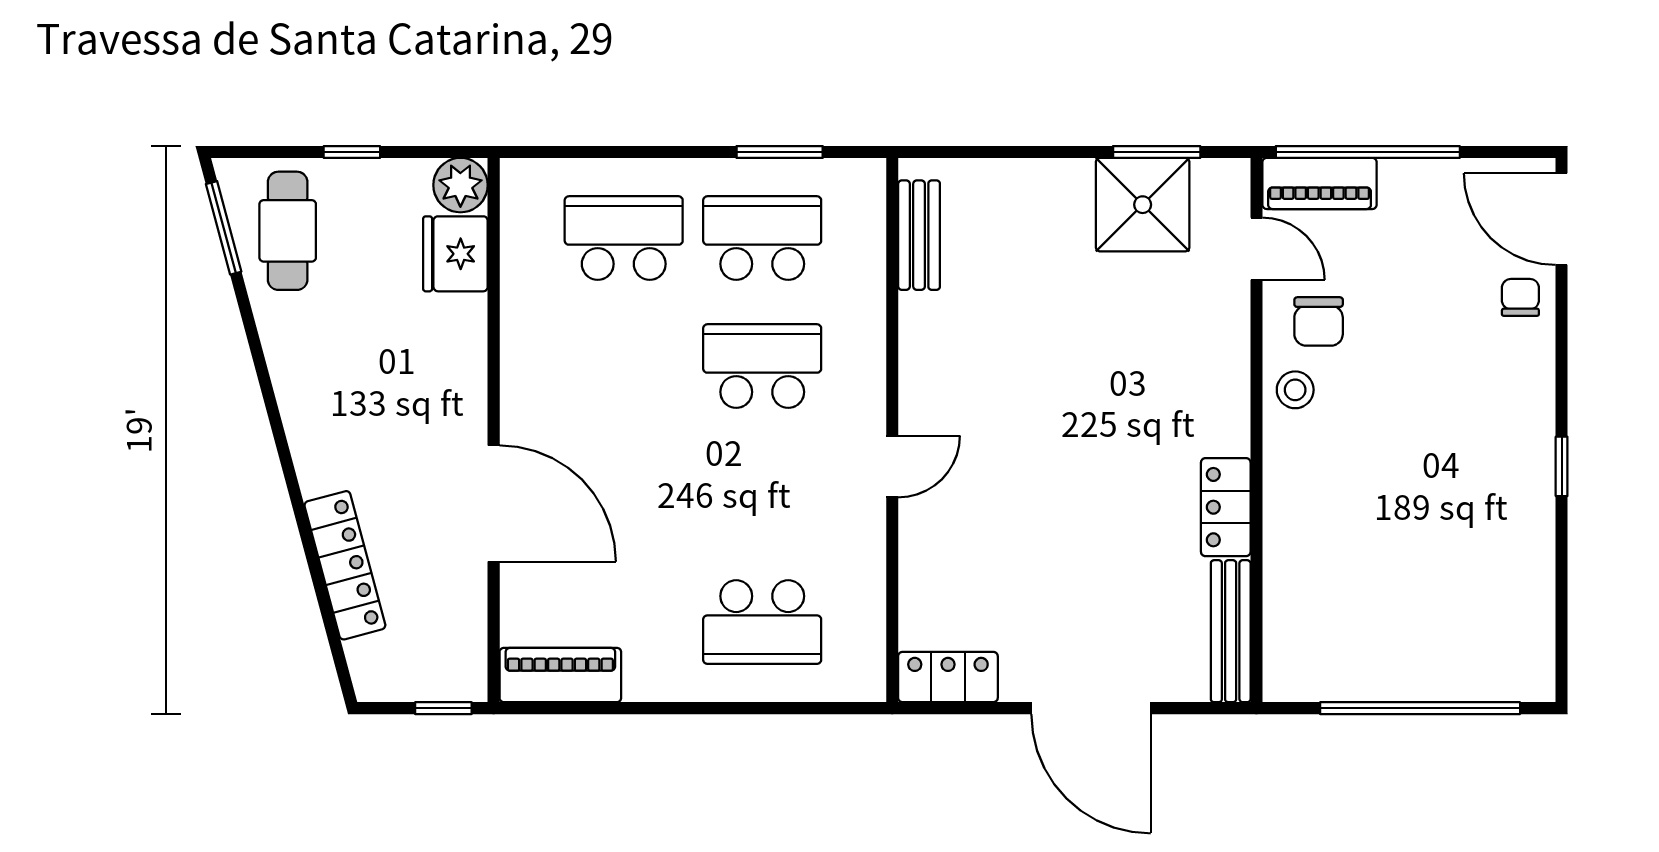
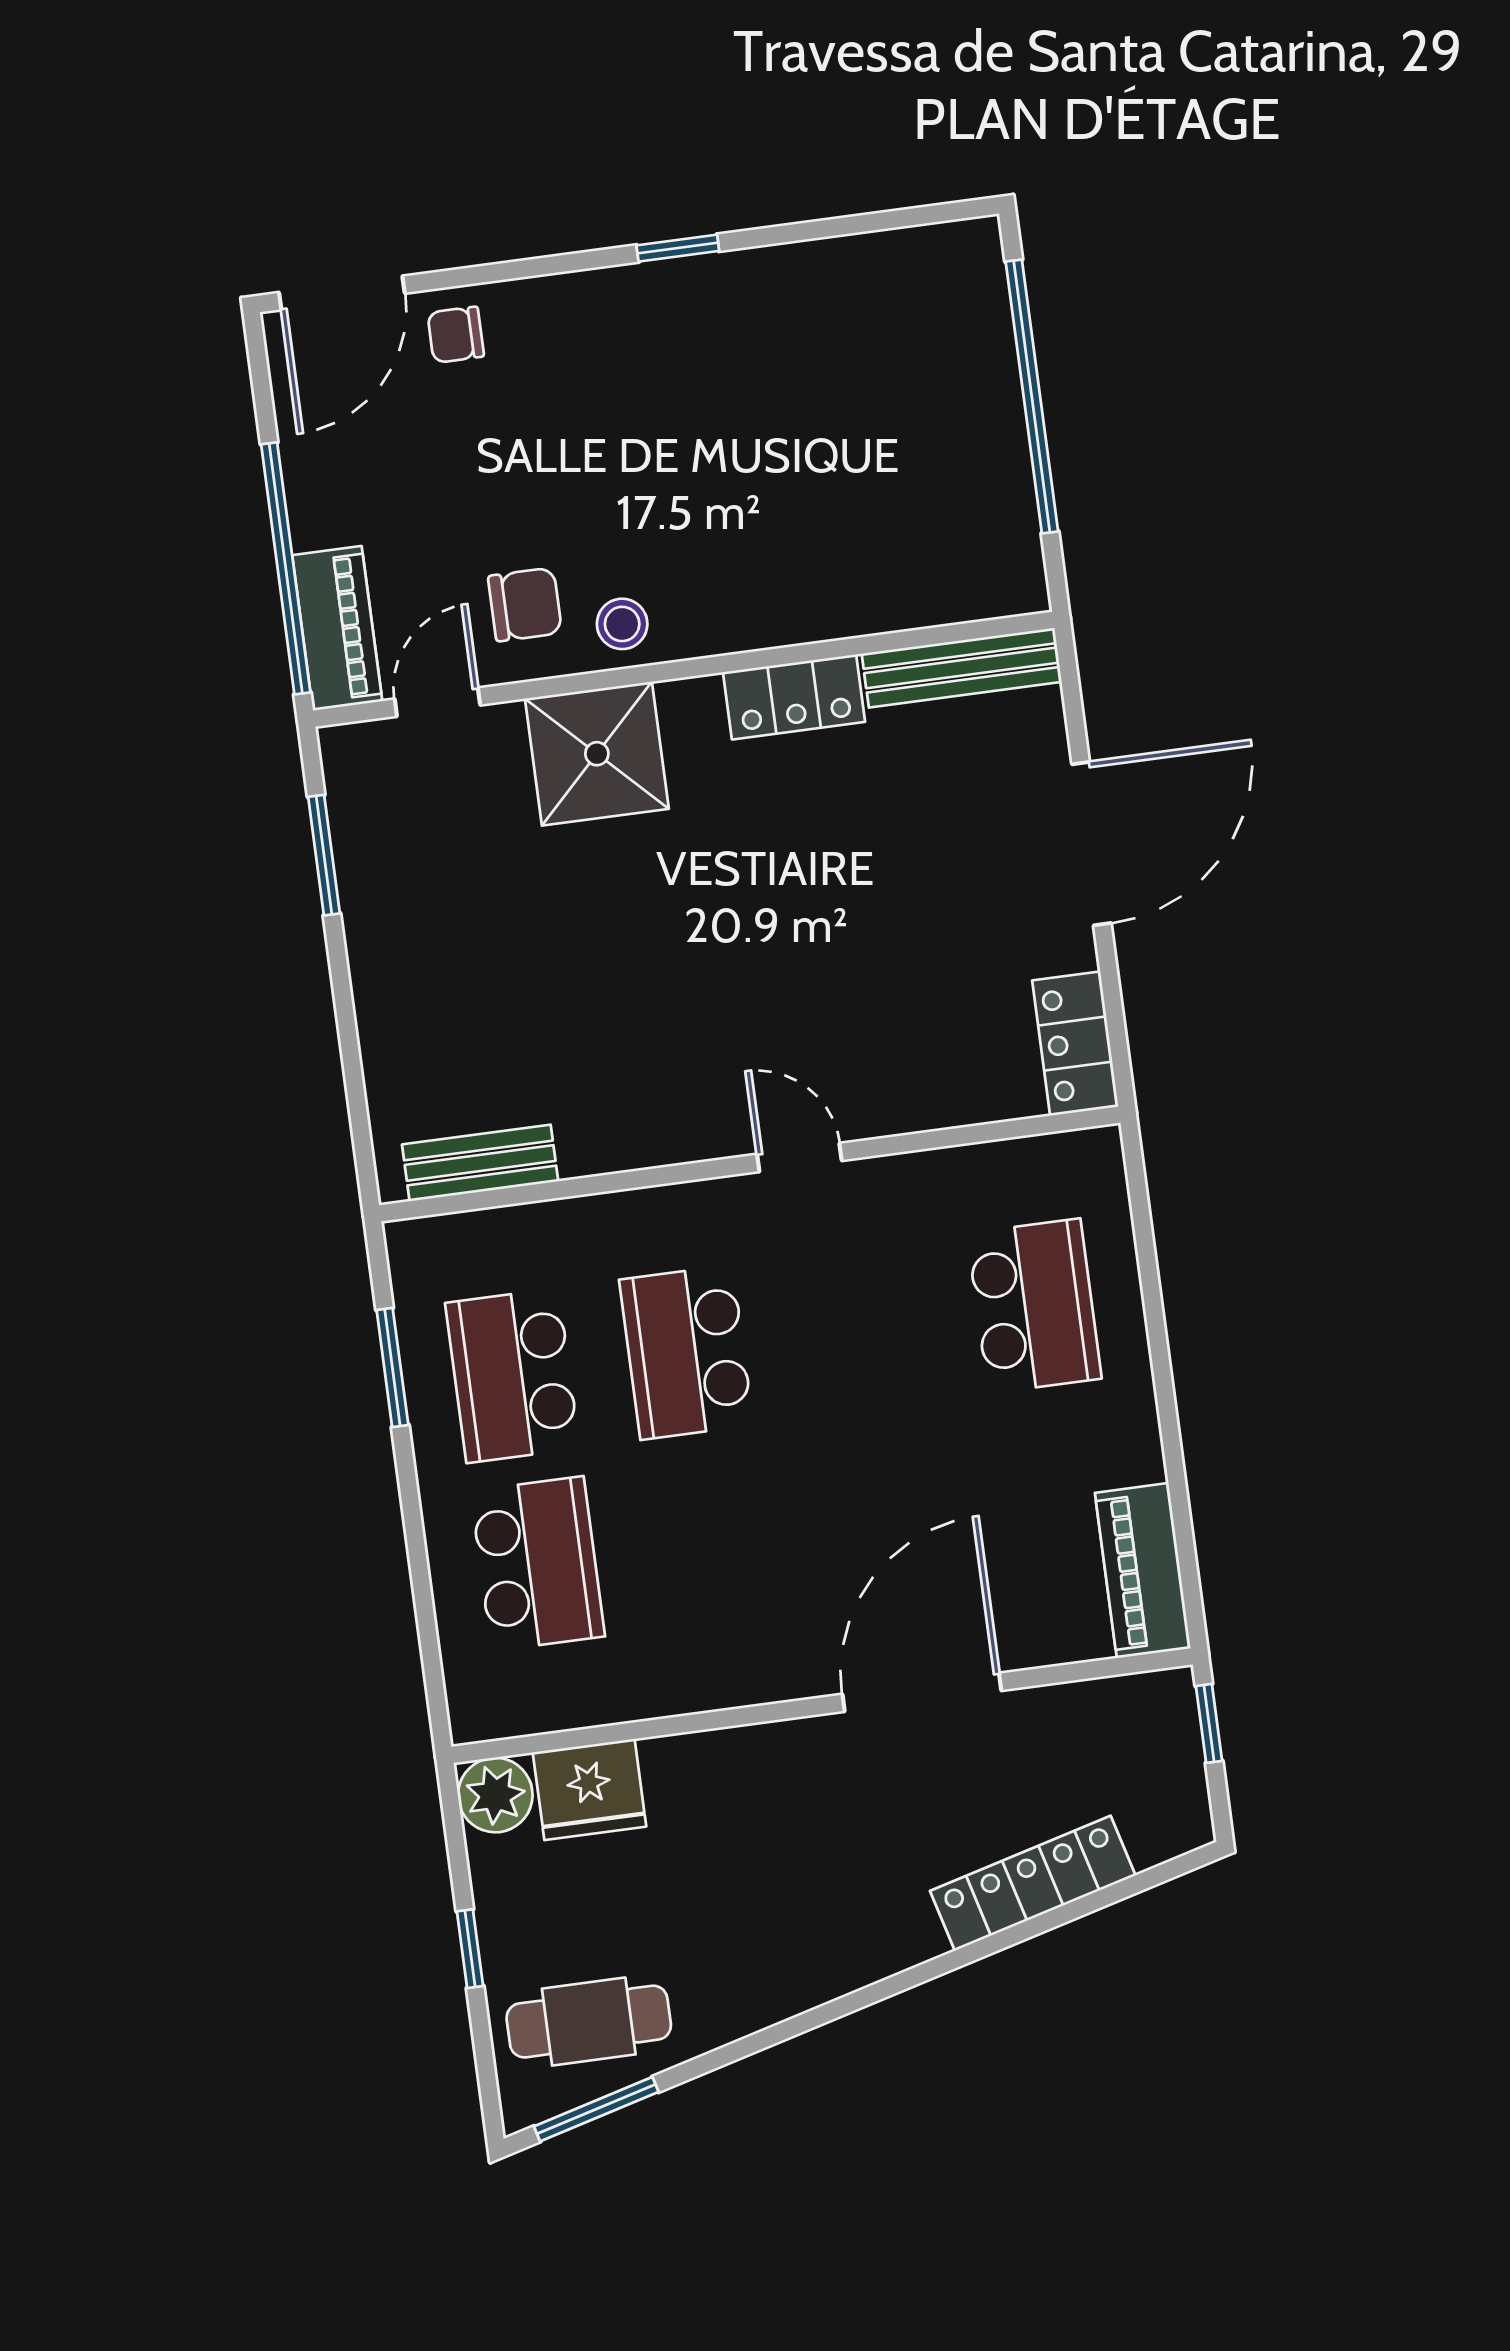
shower: (1143, 205) -> (597, 754), moved
school desk: (624, 238) -> (538, 1564), turned 180

